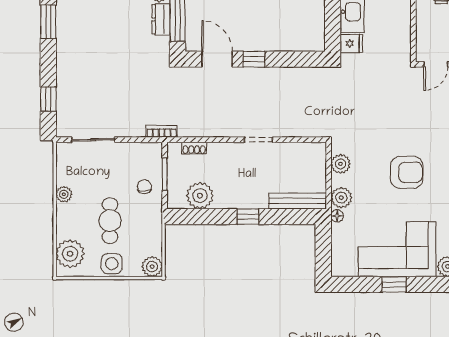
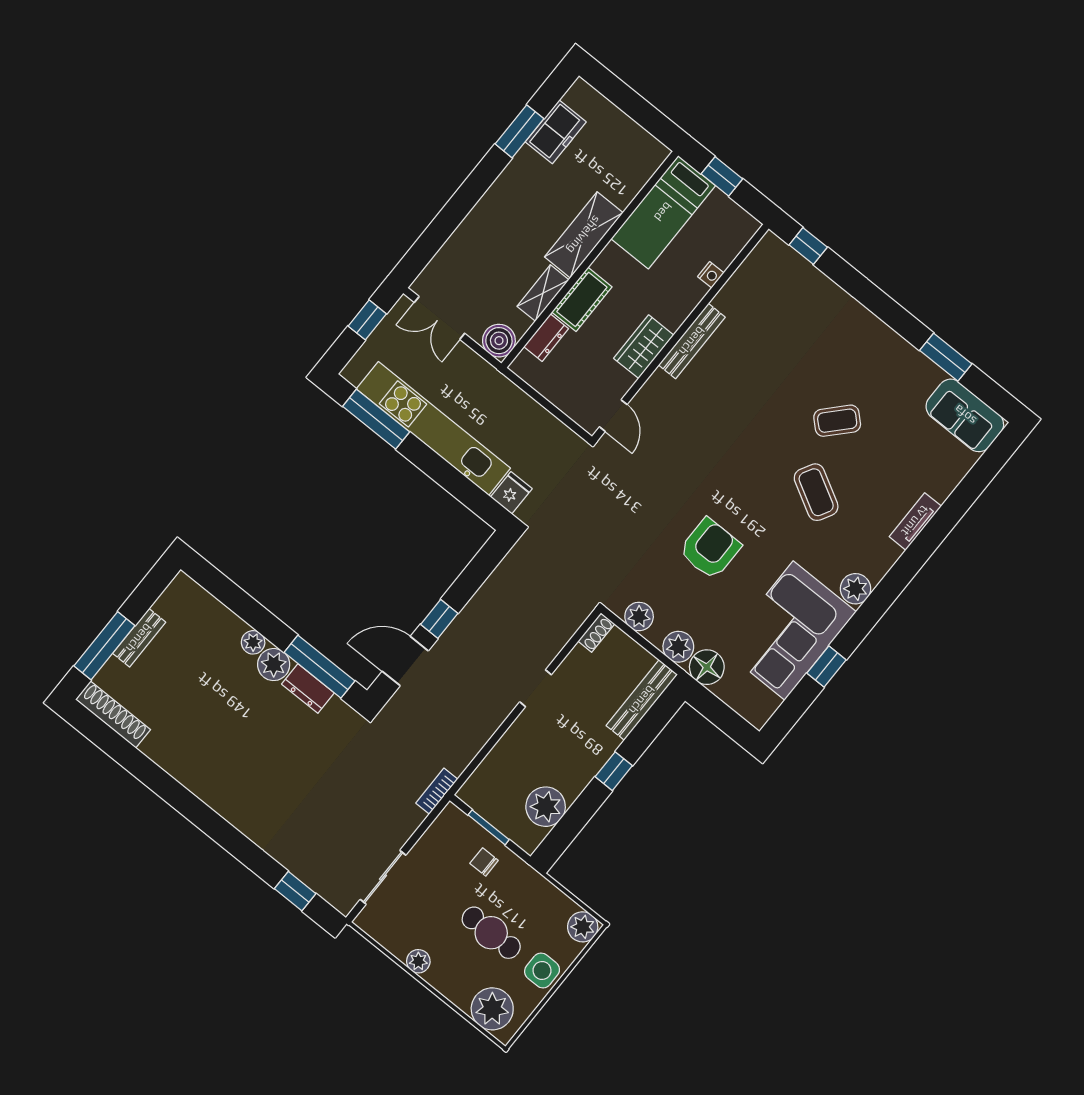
window: (48, 22) -> (206, 820), removed
shoe rack: (194, 148) -> (596, 633), moved
floor lamp: (337, 216) -> (707, 667), width x1.89, depth x1.89

